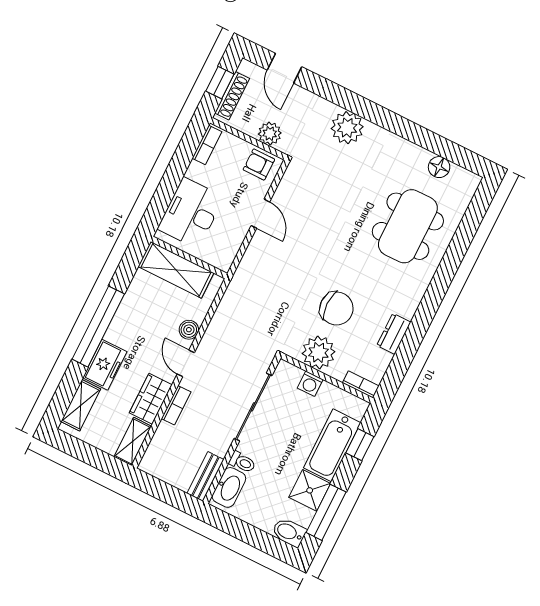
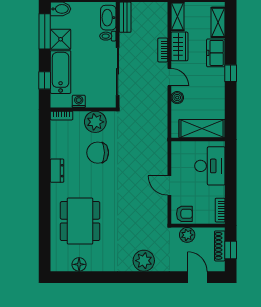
window: (98, 327) -> (231, 73), width x0.32
dresser: (394, 334) -> (57, 171), moved
washing machine: (310, 384) -> (79, 101), moved

